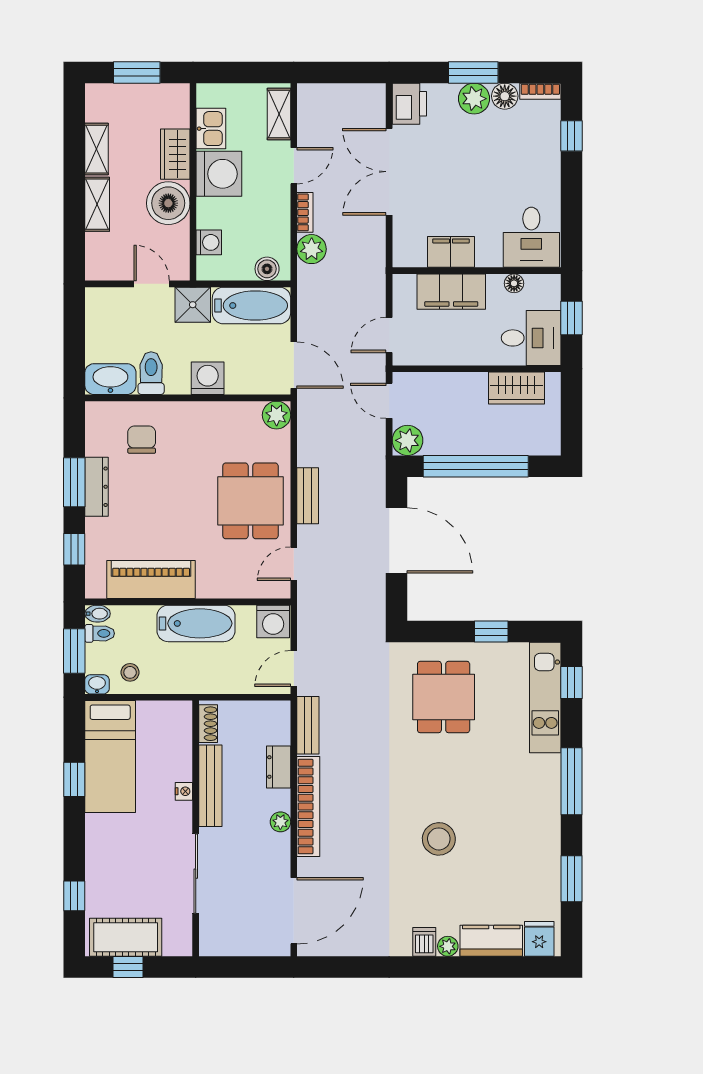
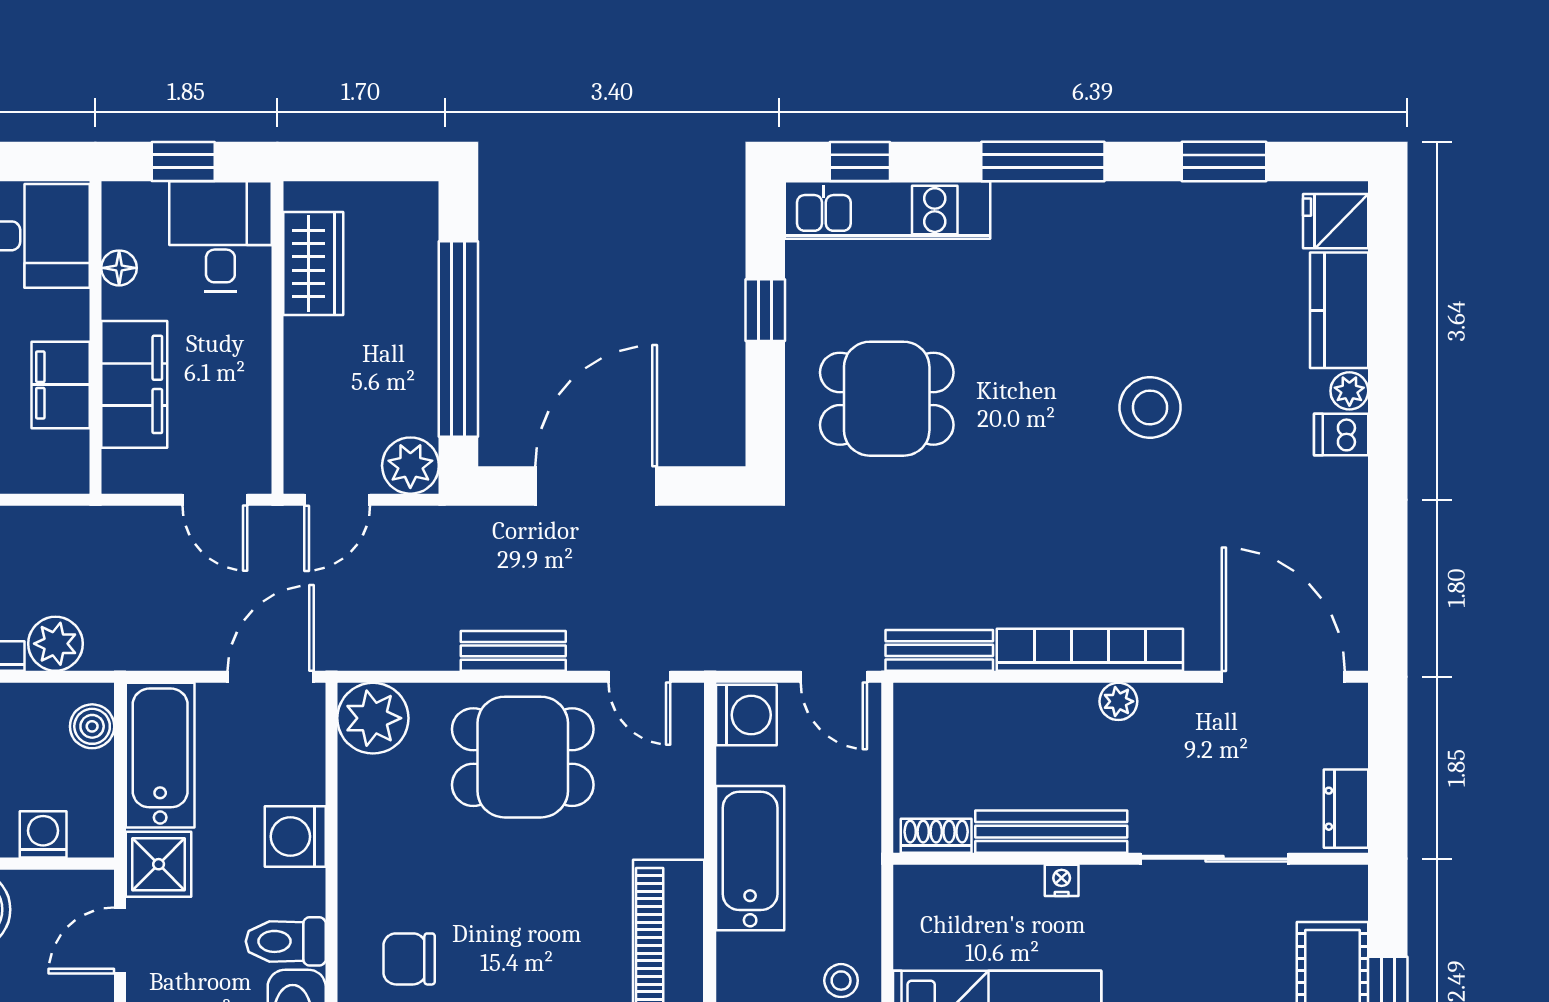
plant: (277, 415) -> (373, 718), width x1.36, depth x1.36
dresser: (279, 767) -> (1346, 809), moved, turned 90

